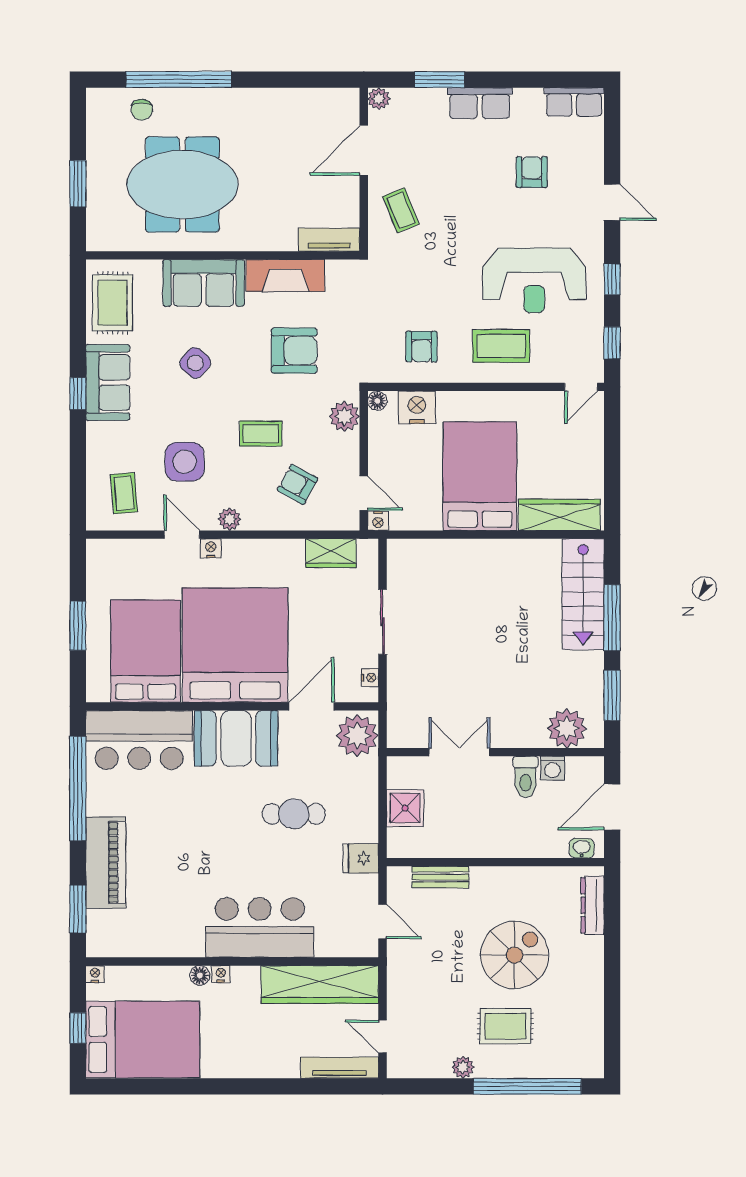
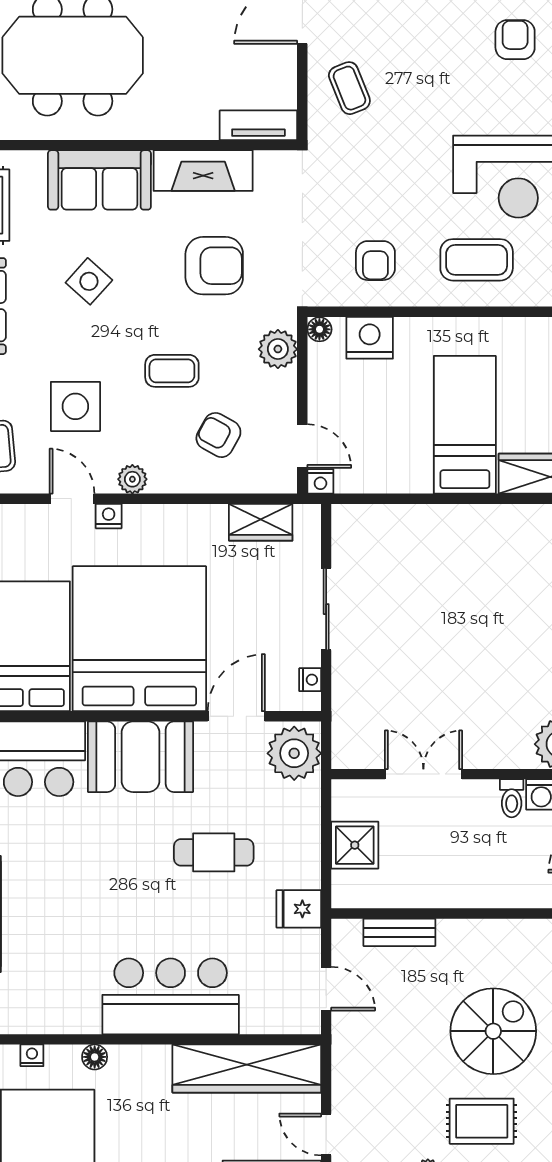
bed: (480, 476) -> (465, 425), width x0.67
toilet: (526, 777) -> (512, 798), width x0.73, depth x0.72
nightstand: (221, 974) -> (32, 1055), moved

